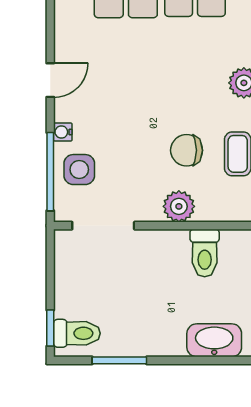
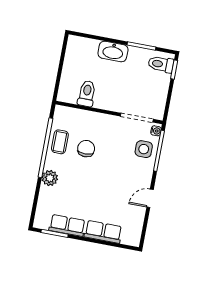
water cooler: (63, 132) -> (156, 131), moved
chair: (187, 150) -> (86, 149), turned -90
plant: (179, 206) -> (96, 120), removed
washbasin: (214, 340) -> (113, 52), moved

